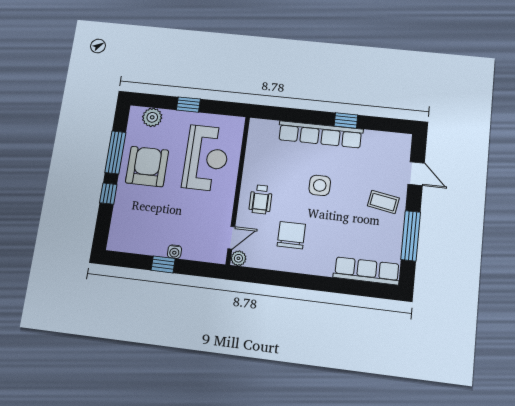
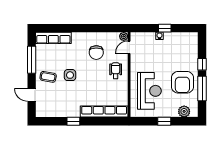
row of seats: (320, 134) -> (104, 112), moved
reception desk: (206, 158) -> (149, 91), turned 180
side table: (320, 185) -> (70, 75), moved

